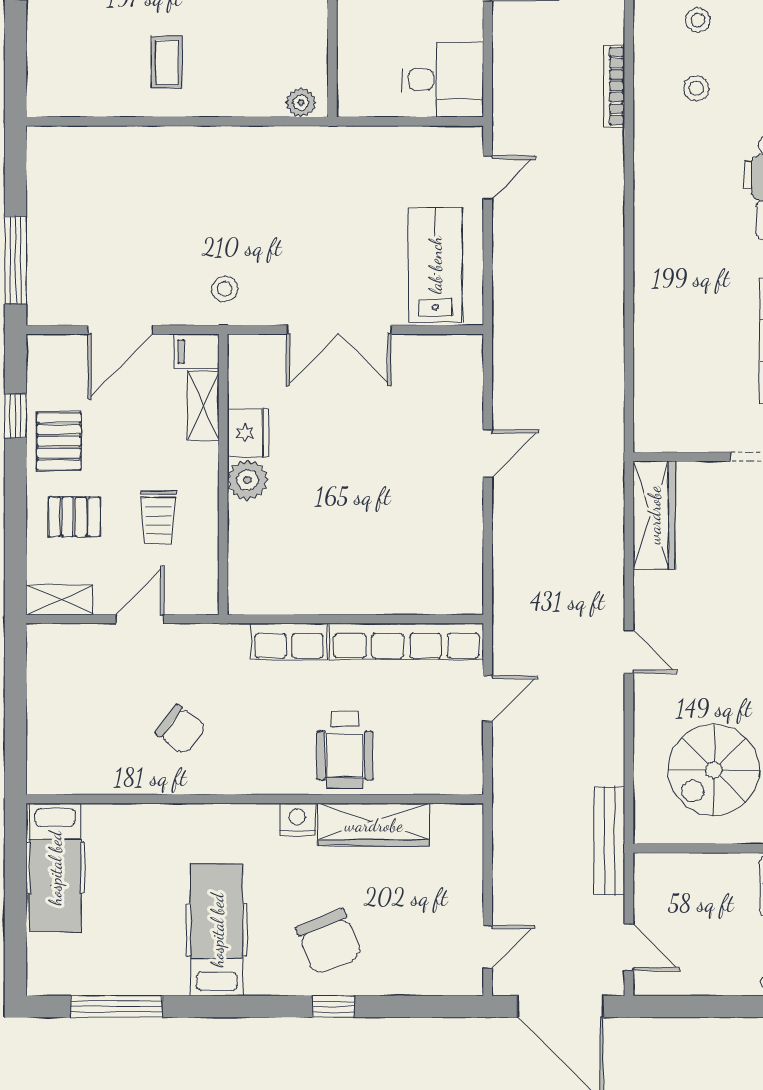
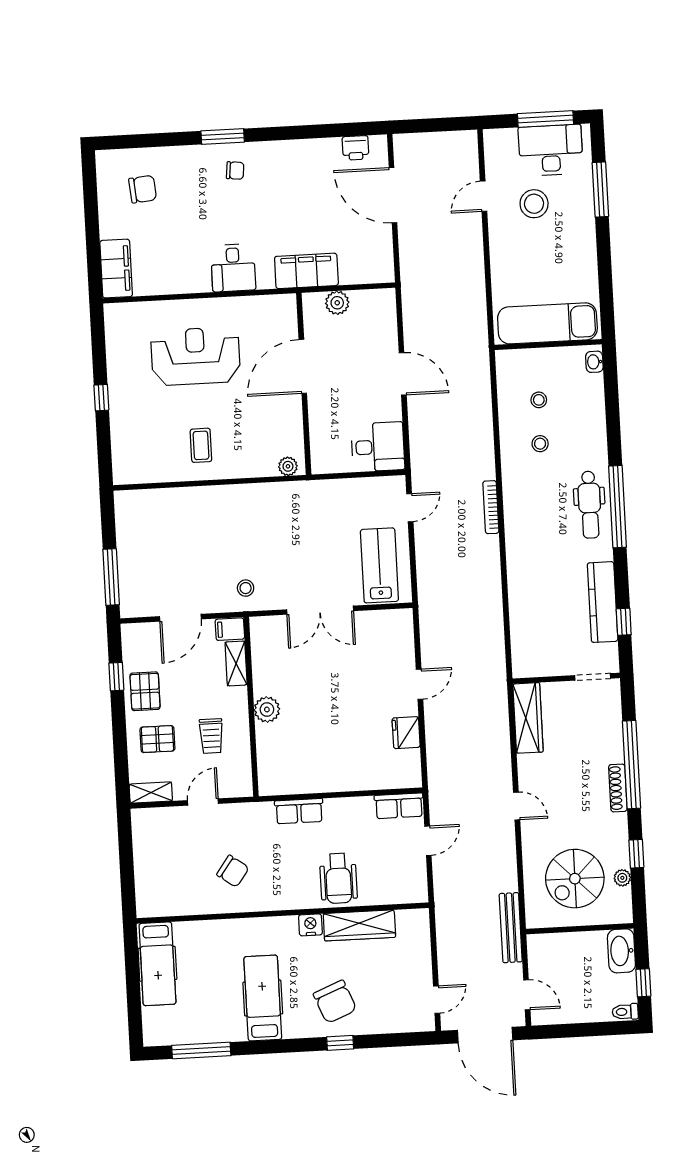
bookcase: (614, 86) -> (491, 507), moved
fridge: (248, 433) -> (406, 733), moved, turned 180
row of seats: (407, 641) -> (399, 806), width x0.50

